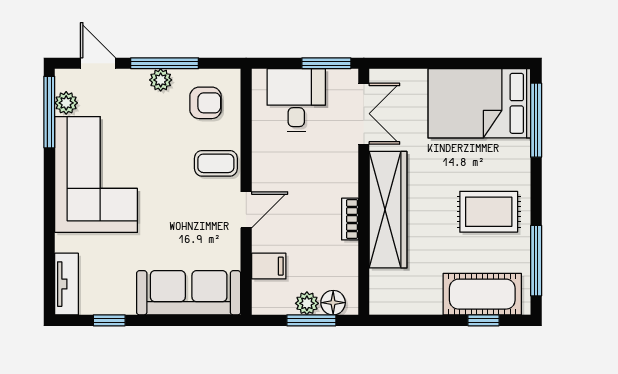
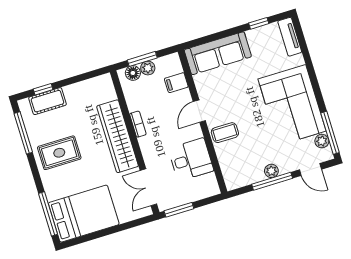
desk: (296, 100) -> (191, 160), moved, turned -90
armchair: (206, 103) -> (242, 166), removed
cot: (482, 294) -> (47, 101), width x0.73, depth x0.75

